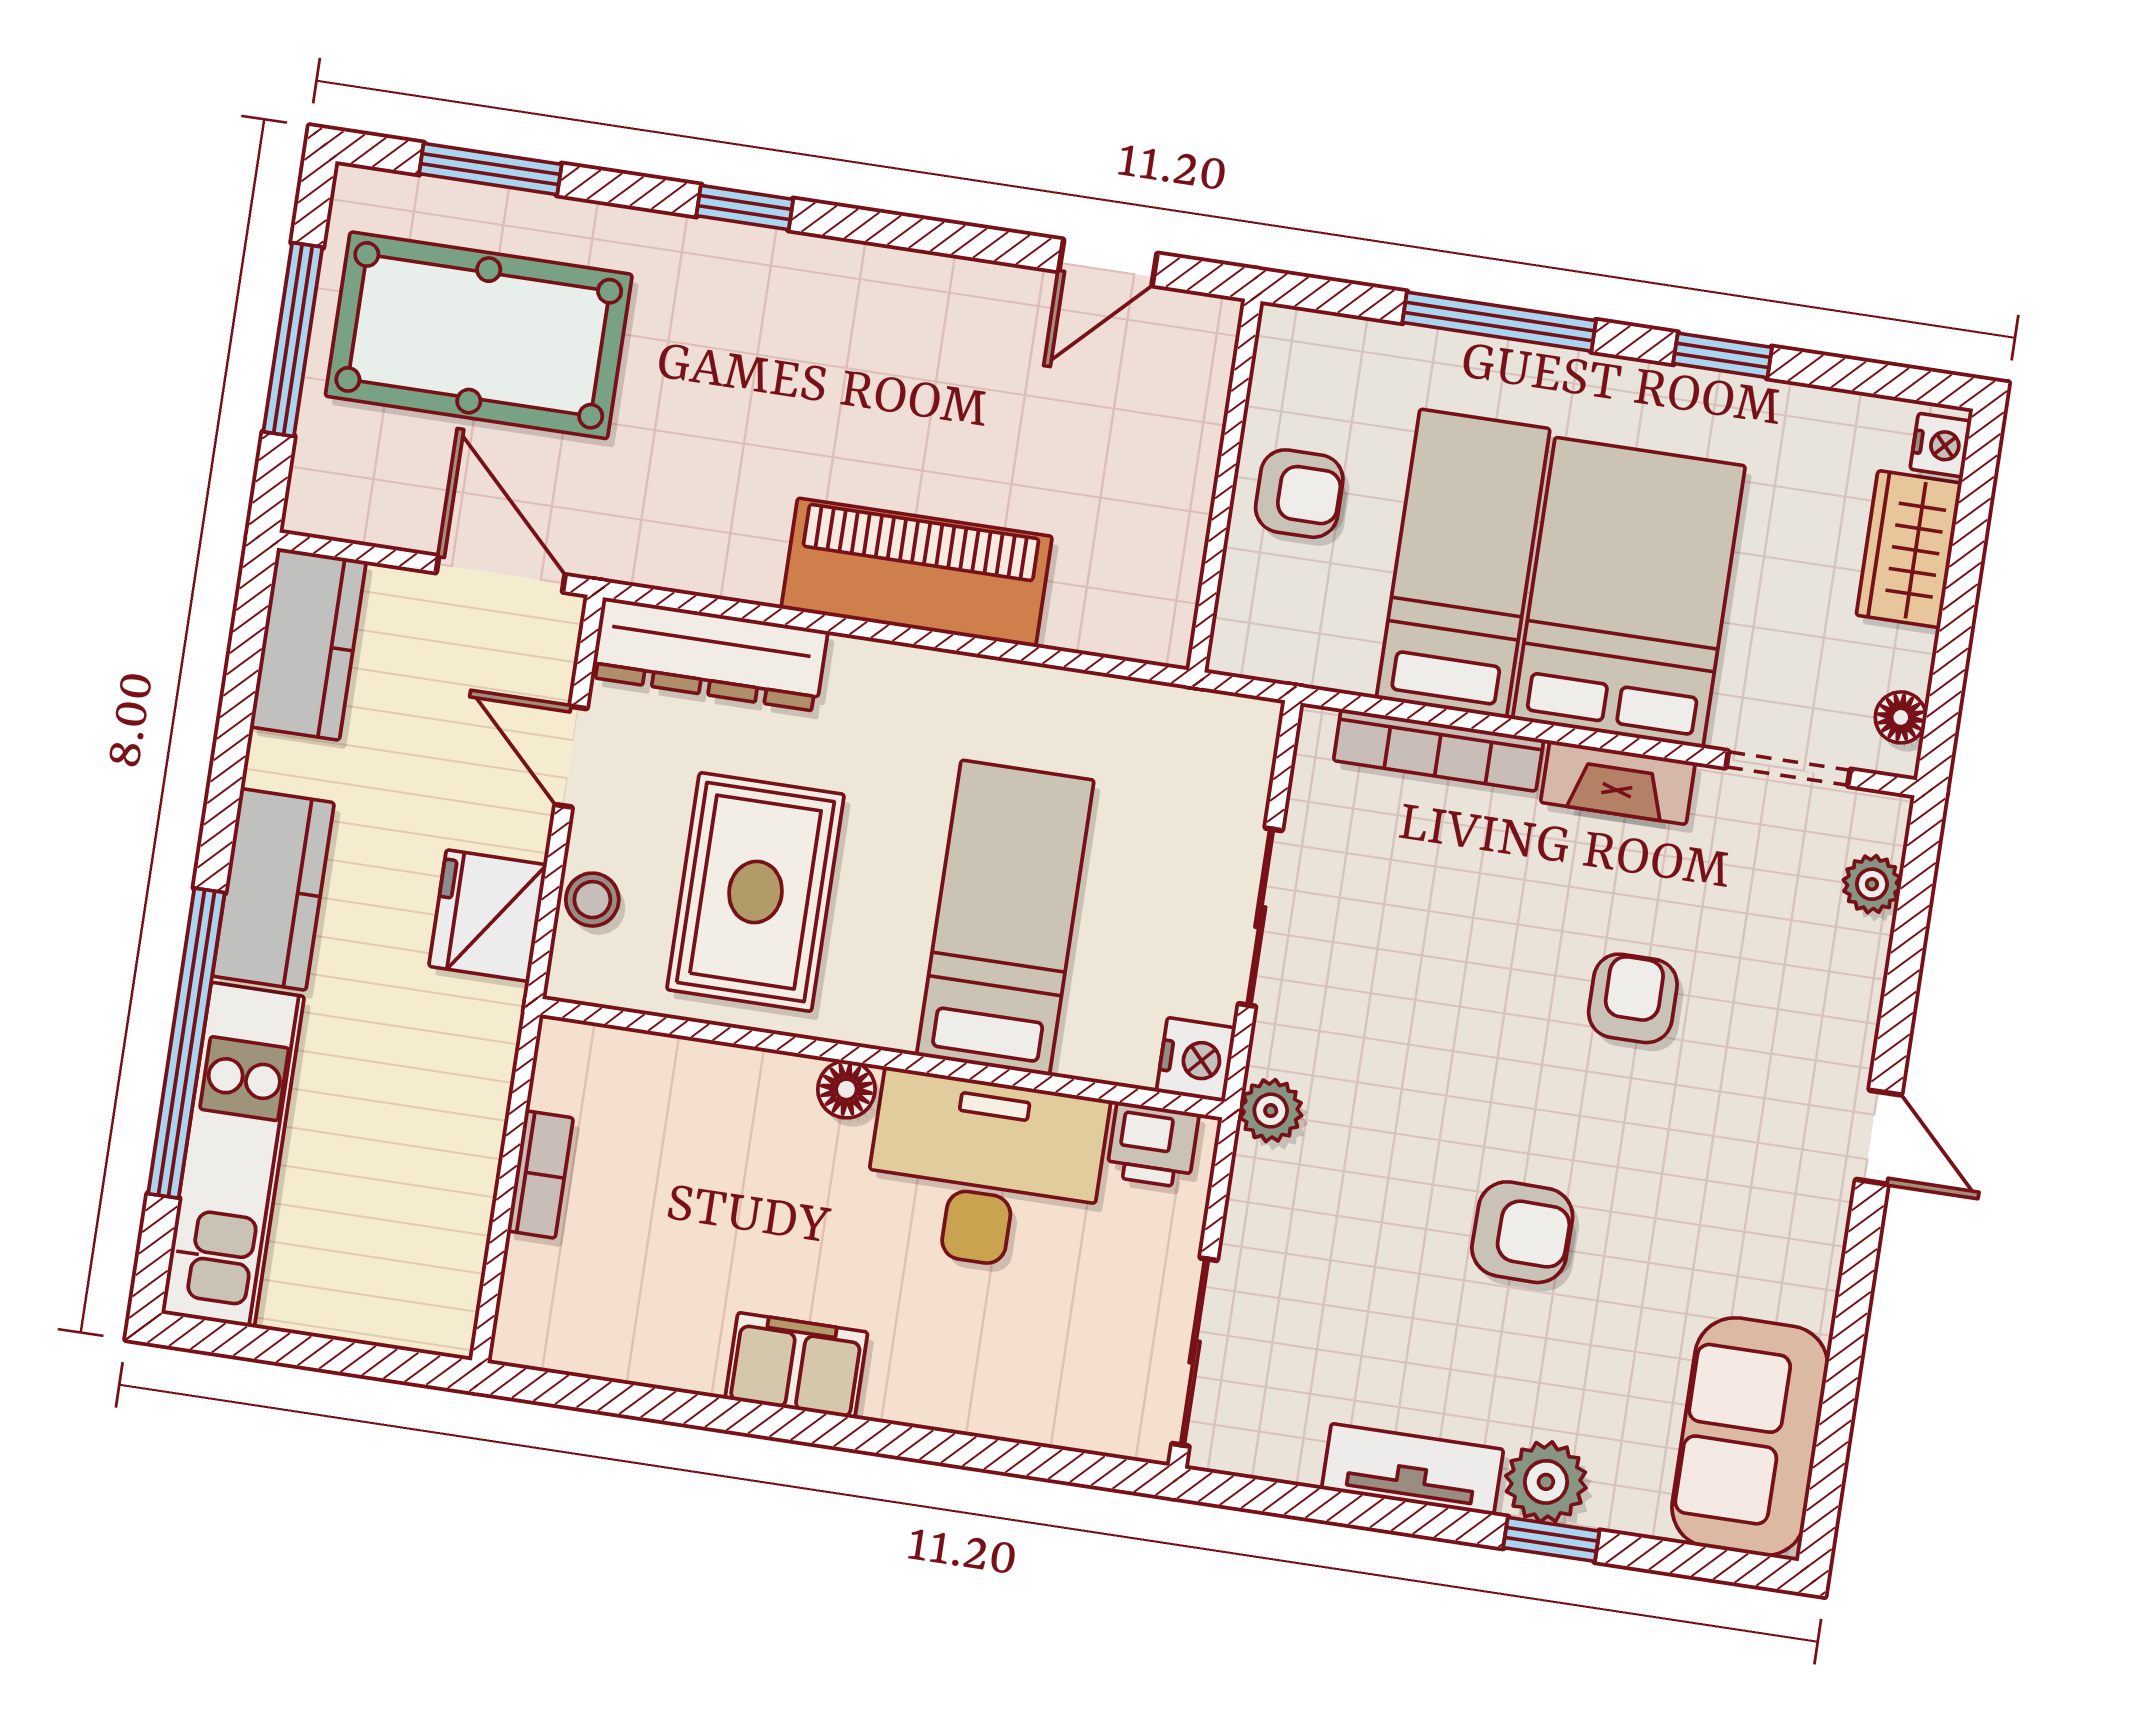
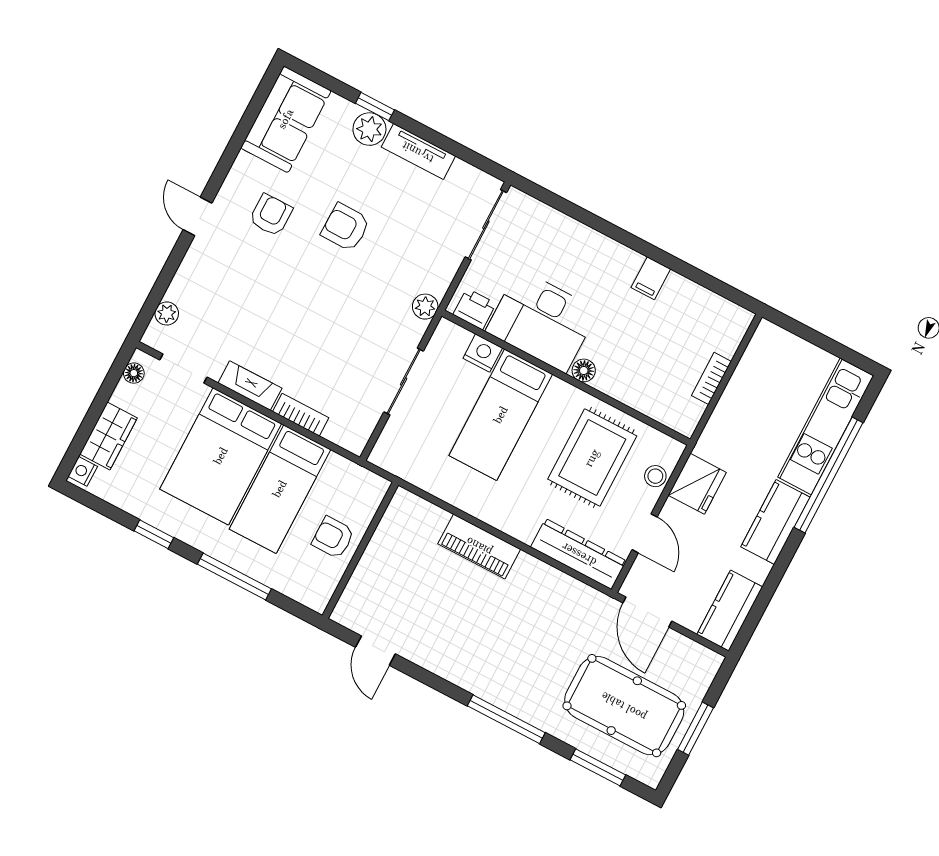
window: (745, 207) -> (506, 719), width x2.17
door: (1108, 262) -> (375, 651), swing flipped
window: (293, 339) -> (695, 729), width x0.69
piano: (917, 572) -> (479, 546), width x0.73, depth x0.75
bookcase: (1439, 750) -> (301, 415), width x0.64
armchair: (1633, 998) -> (271, 215), moved, turned 180
nightstand: (1196, 1060) -> (483, 353), moved, turned 90
filing cabinet: (796, 1365) -> (651, 278), width x0.50

